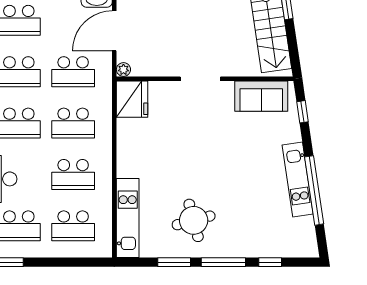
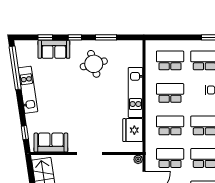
fridge: (132, 99) -> (133, 130), moved
window: (314, 190) -> (15, 68), moved
kitchen unit: (128, 218) -> (135, 92), moved
sofa: (257, 243) -> (54, 49), added
window: (223, 262) -> (75, 37), width x0.46

